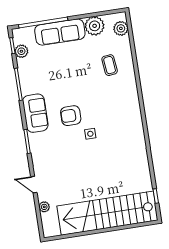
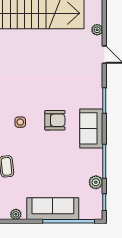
plant: (95, 26) -> (16, 214), width x0.53, depth x0.53
plant: (21, 51) -> (96, 182), moved
side table: (90, 134) -> (20, 122), moved

